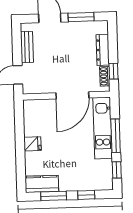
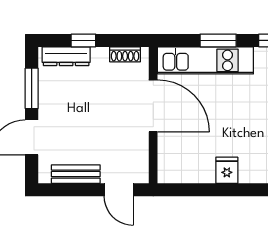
dresser: (103, 50) -> (66, 56), moved
window: (114, 71) -> (83, 40), moved
window: (116, 136) -> (218, 40), width x0.69

